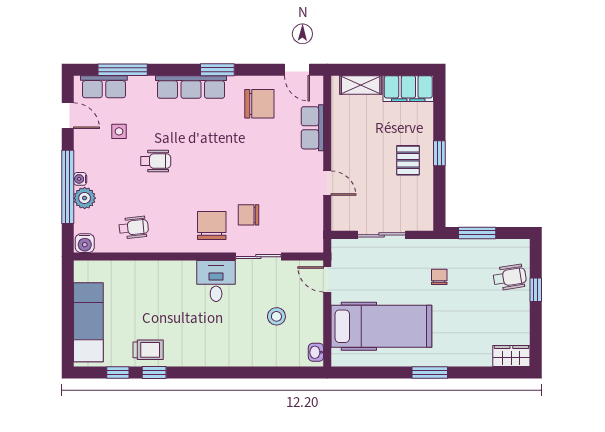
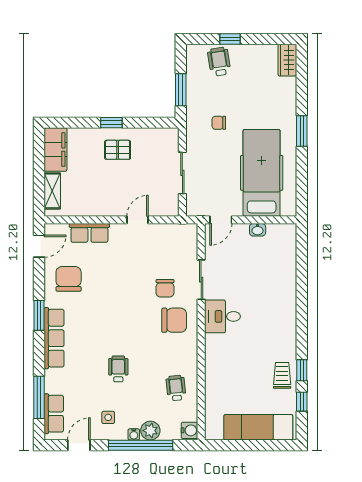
side table: (119, 131) -> (108, 417), moved
chair: (212, 225) -> (174, 320), turned 180
stool: (276, 316) -> (253, 264), removed
washbasin: (316, 352) -> (258, 230), moved

